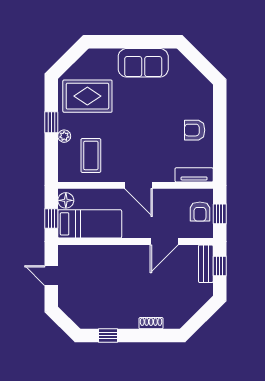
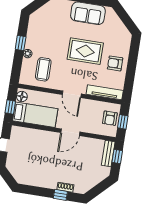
rug: (87, 96) -> (85, 51), moved
tv unit: (194, 175) -> (105, 92), width x1.41
door: (164, 242) -> (70, 132), moved
window: (108, 336) -> (60, 195), moved

